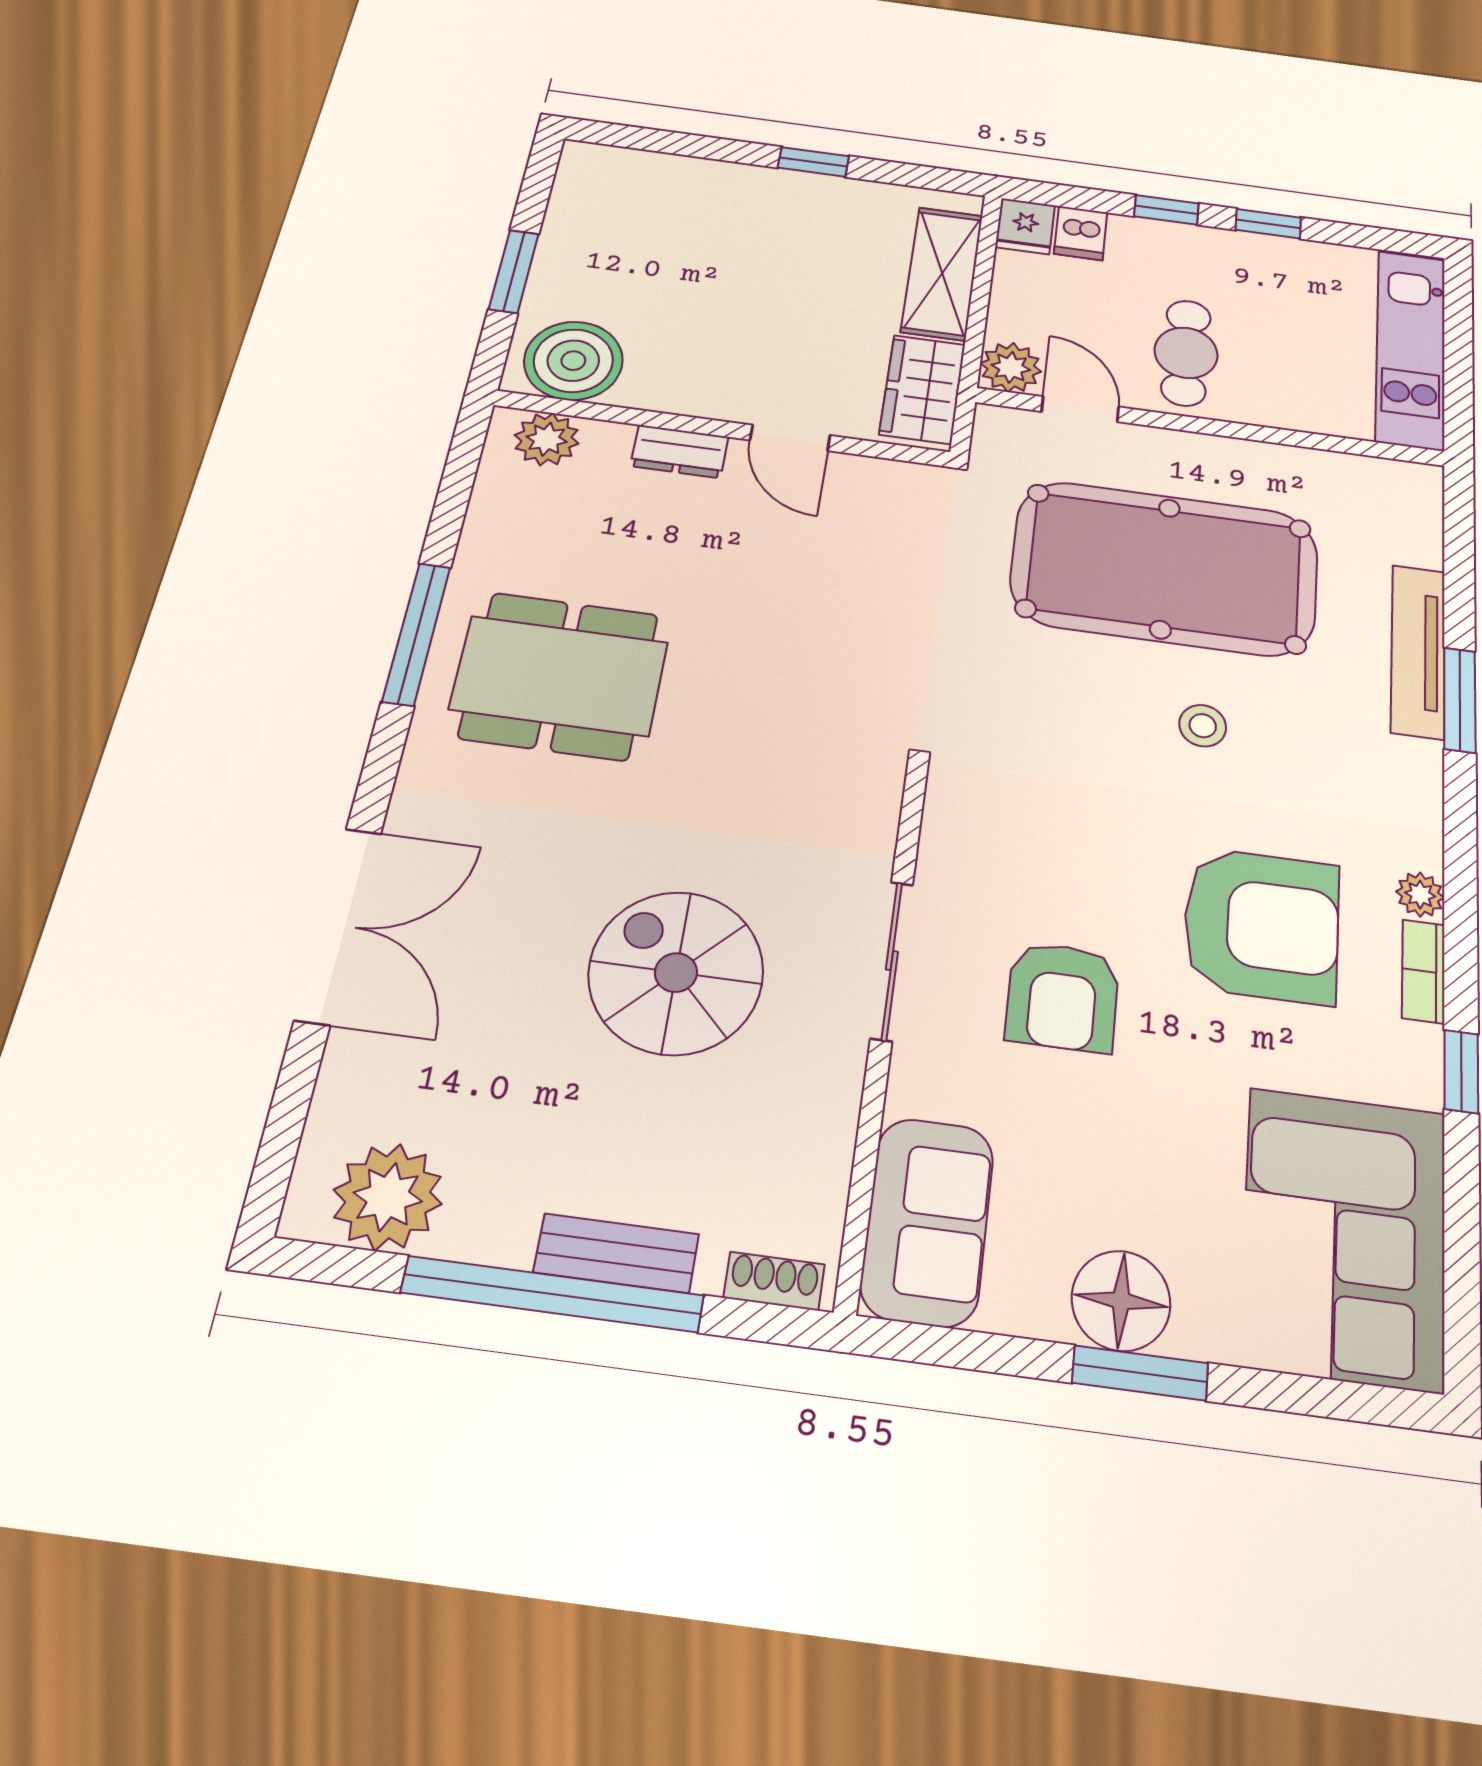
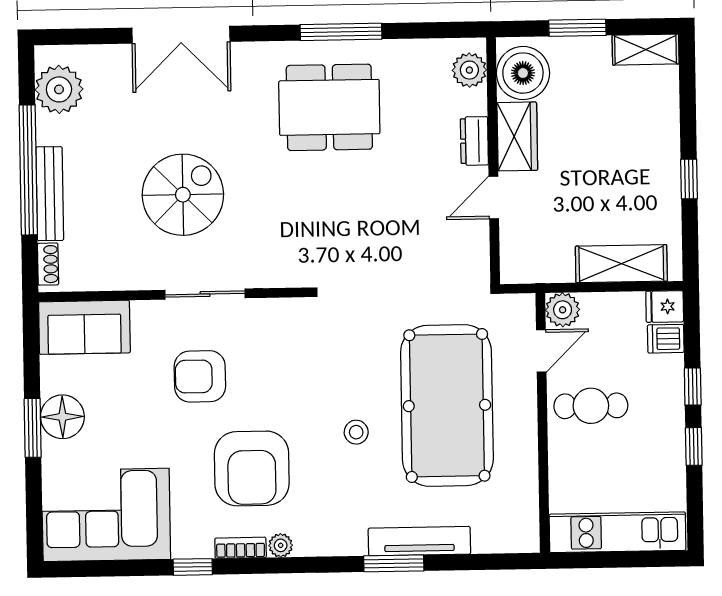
shelving: (578, 185) -> (646, 50), added
wardrobe: (923, 389) -> (517, 136), moved, turned 90
dining table: (559, 676) -> (329, 107), turned 90
bench: (616, 1253) -> (50, 194), width x1.36

